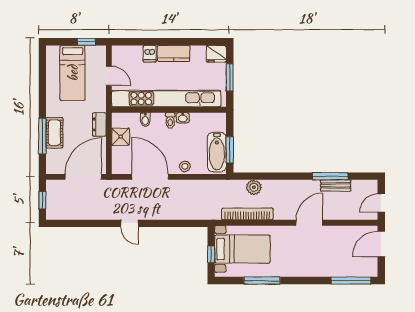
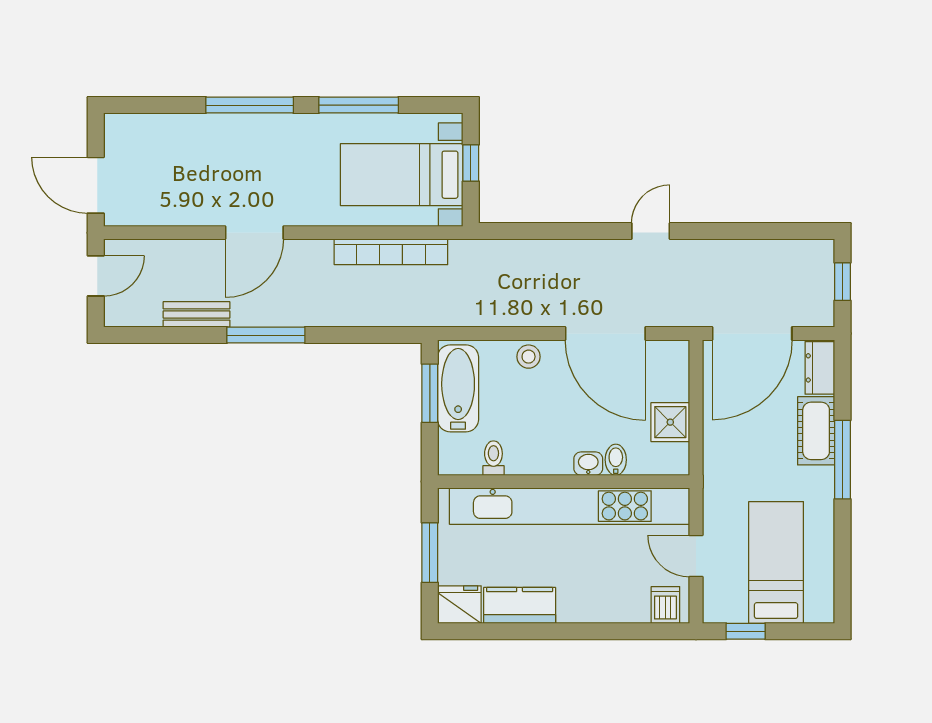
kitchen counter: (174, 53) -> (520, 605), moved
dishwasher: (150, 54) -> (665, 605), moved
washbasin: (183, 118) -> (588, 464), moved
toilet: (170, 120) -> (493, 458), moved
dresser: (99, 125) -> (820, 368), moved, turned 180
window: (42, 136) -> (842, 460), moved
window: (330, 176) -> (266, 335), moved
plant: (254, 187) -> (377, 311), removed
door: (129, 223) -> (651, 231), hinge flipped
door: (381, 244) -> (96, 185), swing flipped
window: (351, 281) -> (250, 105), moved

